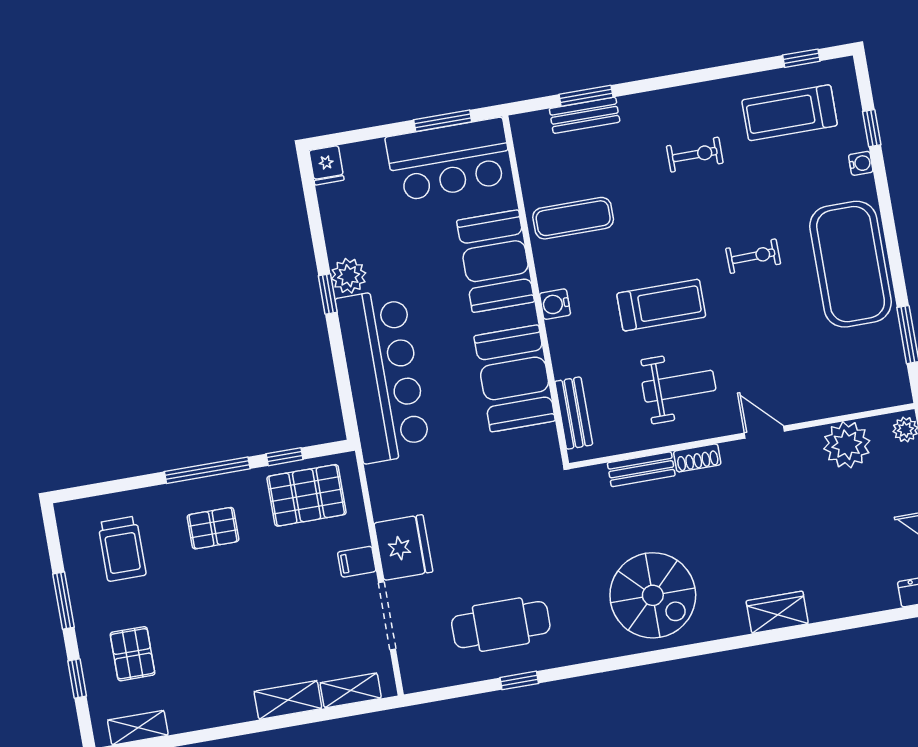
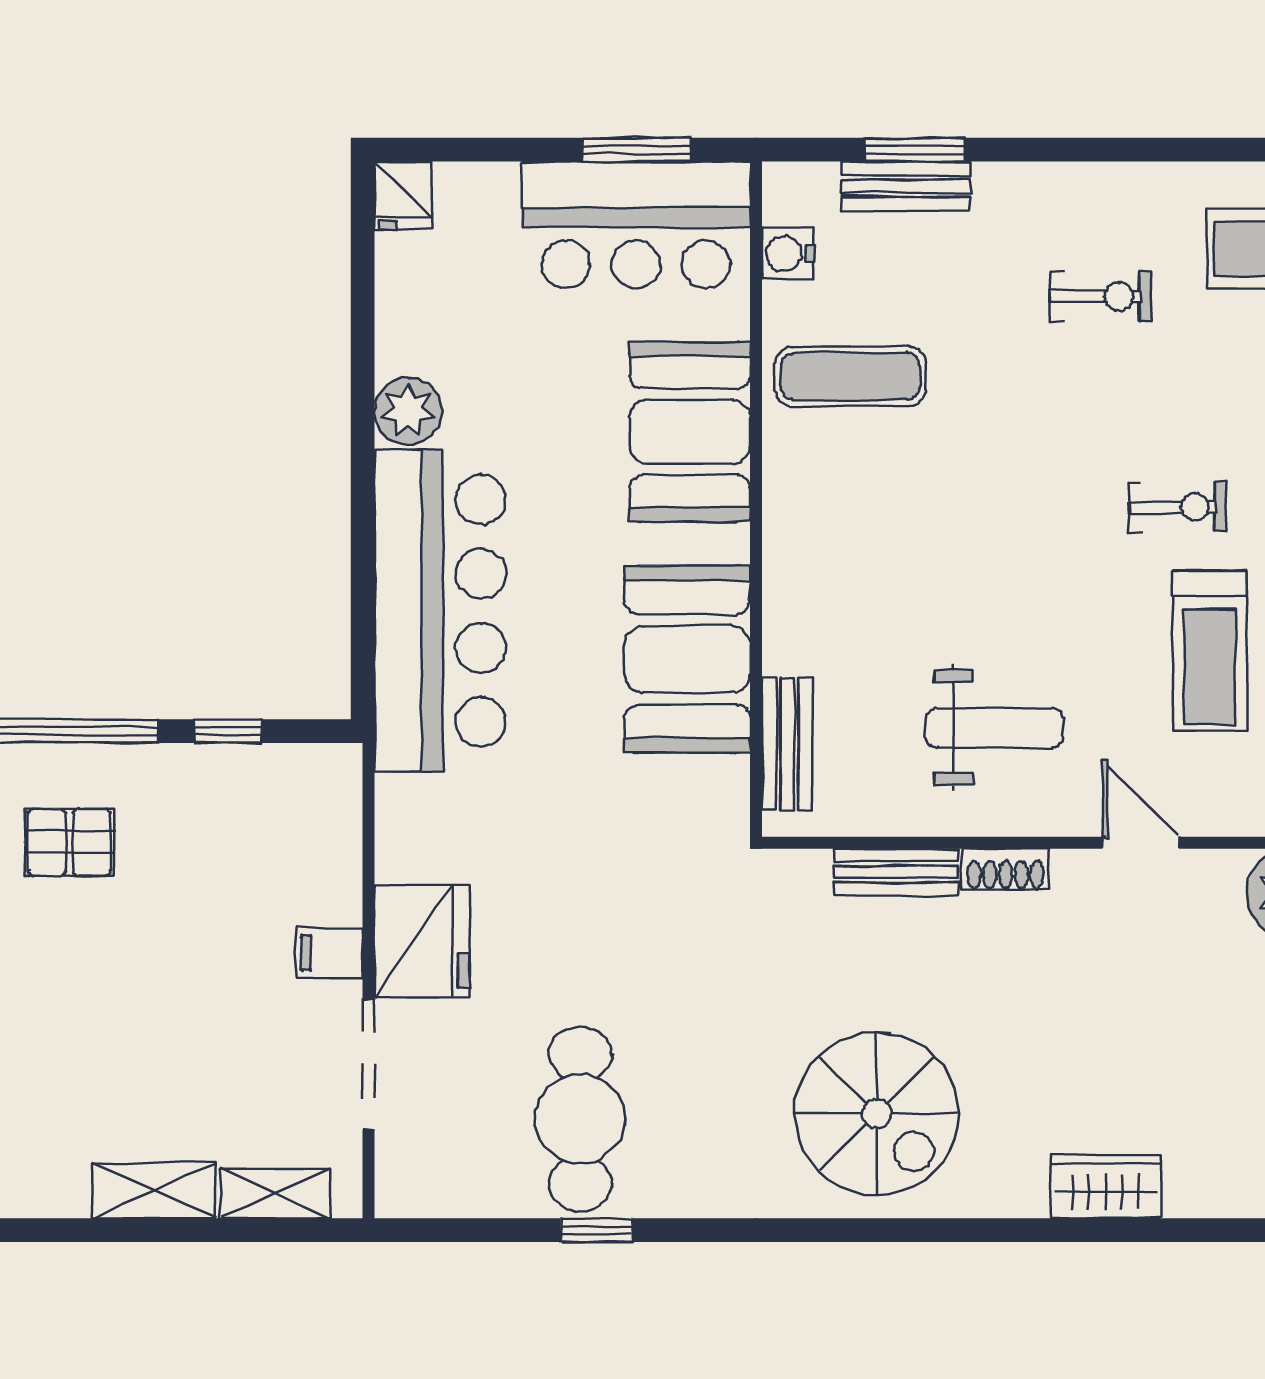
window: (328, 294) -> (363, 439), removed
water cooler: (555, 304) -> (788, 254), moved
treadmill: (661, 305) -> (1210, 651), moved, turned 90
pallet: (307, 495) -> (256, 811), removed
cafe table: (501, 625) -> (580, 1119), turned 90

